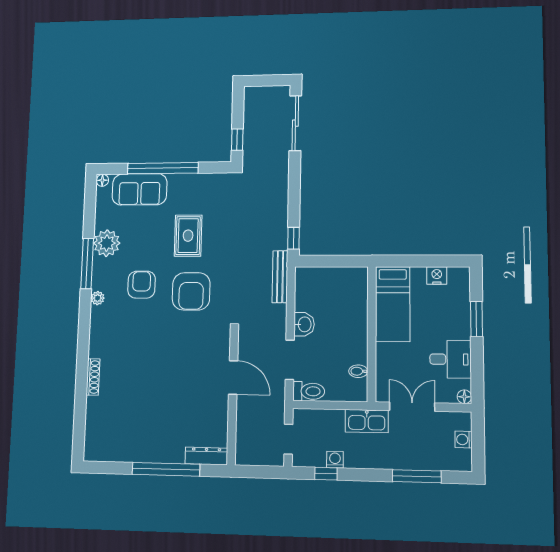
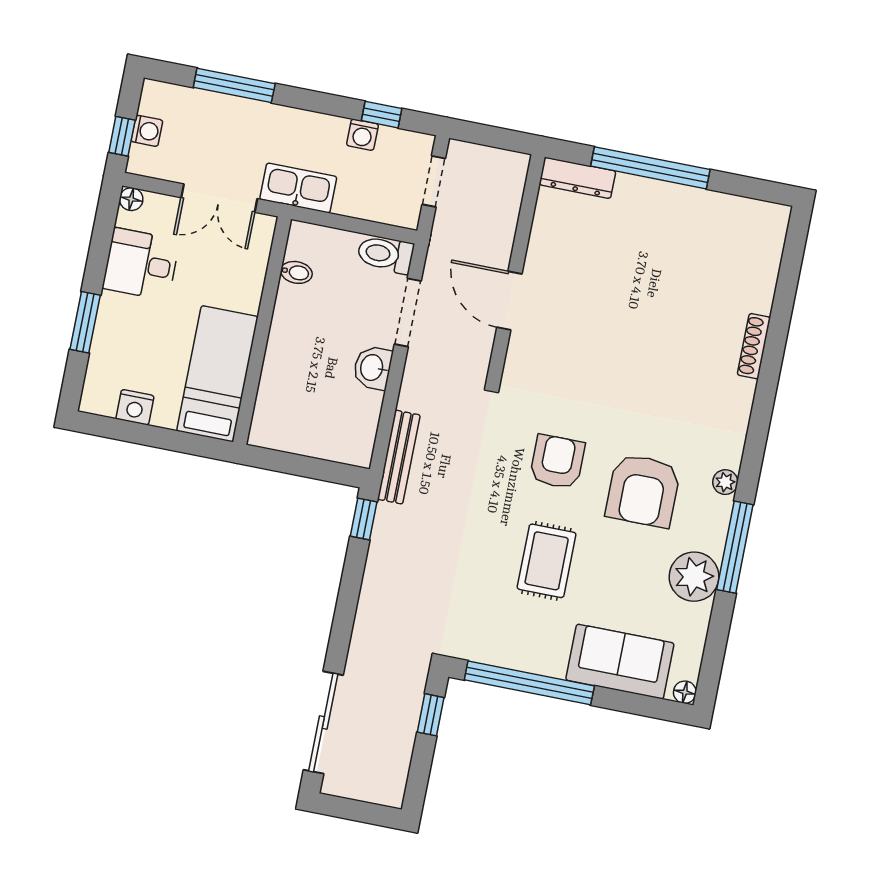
window: (163, 168) -> (529, 683), moved
armchair: (142, 285) -> (643, 491), width x1.36, depth x1.36
armchair: (191, 291) -> (557, 462), width x0.73, depth x0.73
window: (478, 434) -> (122, 136), added

